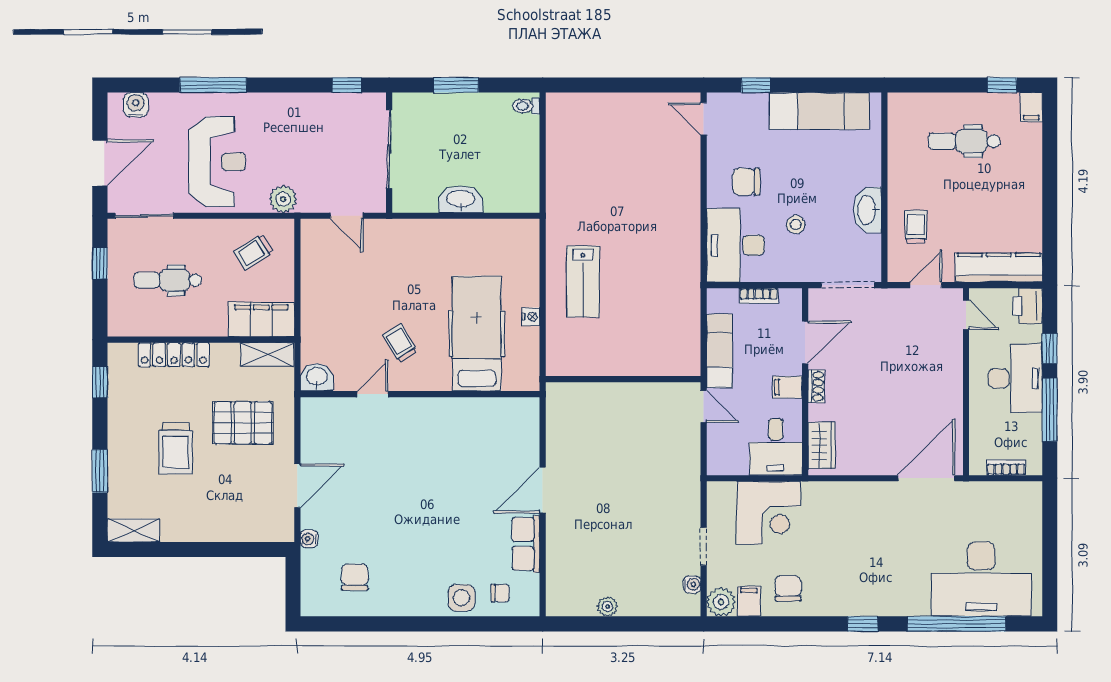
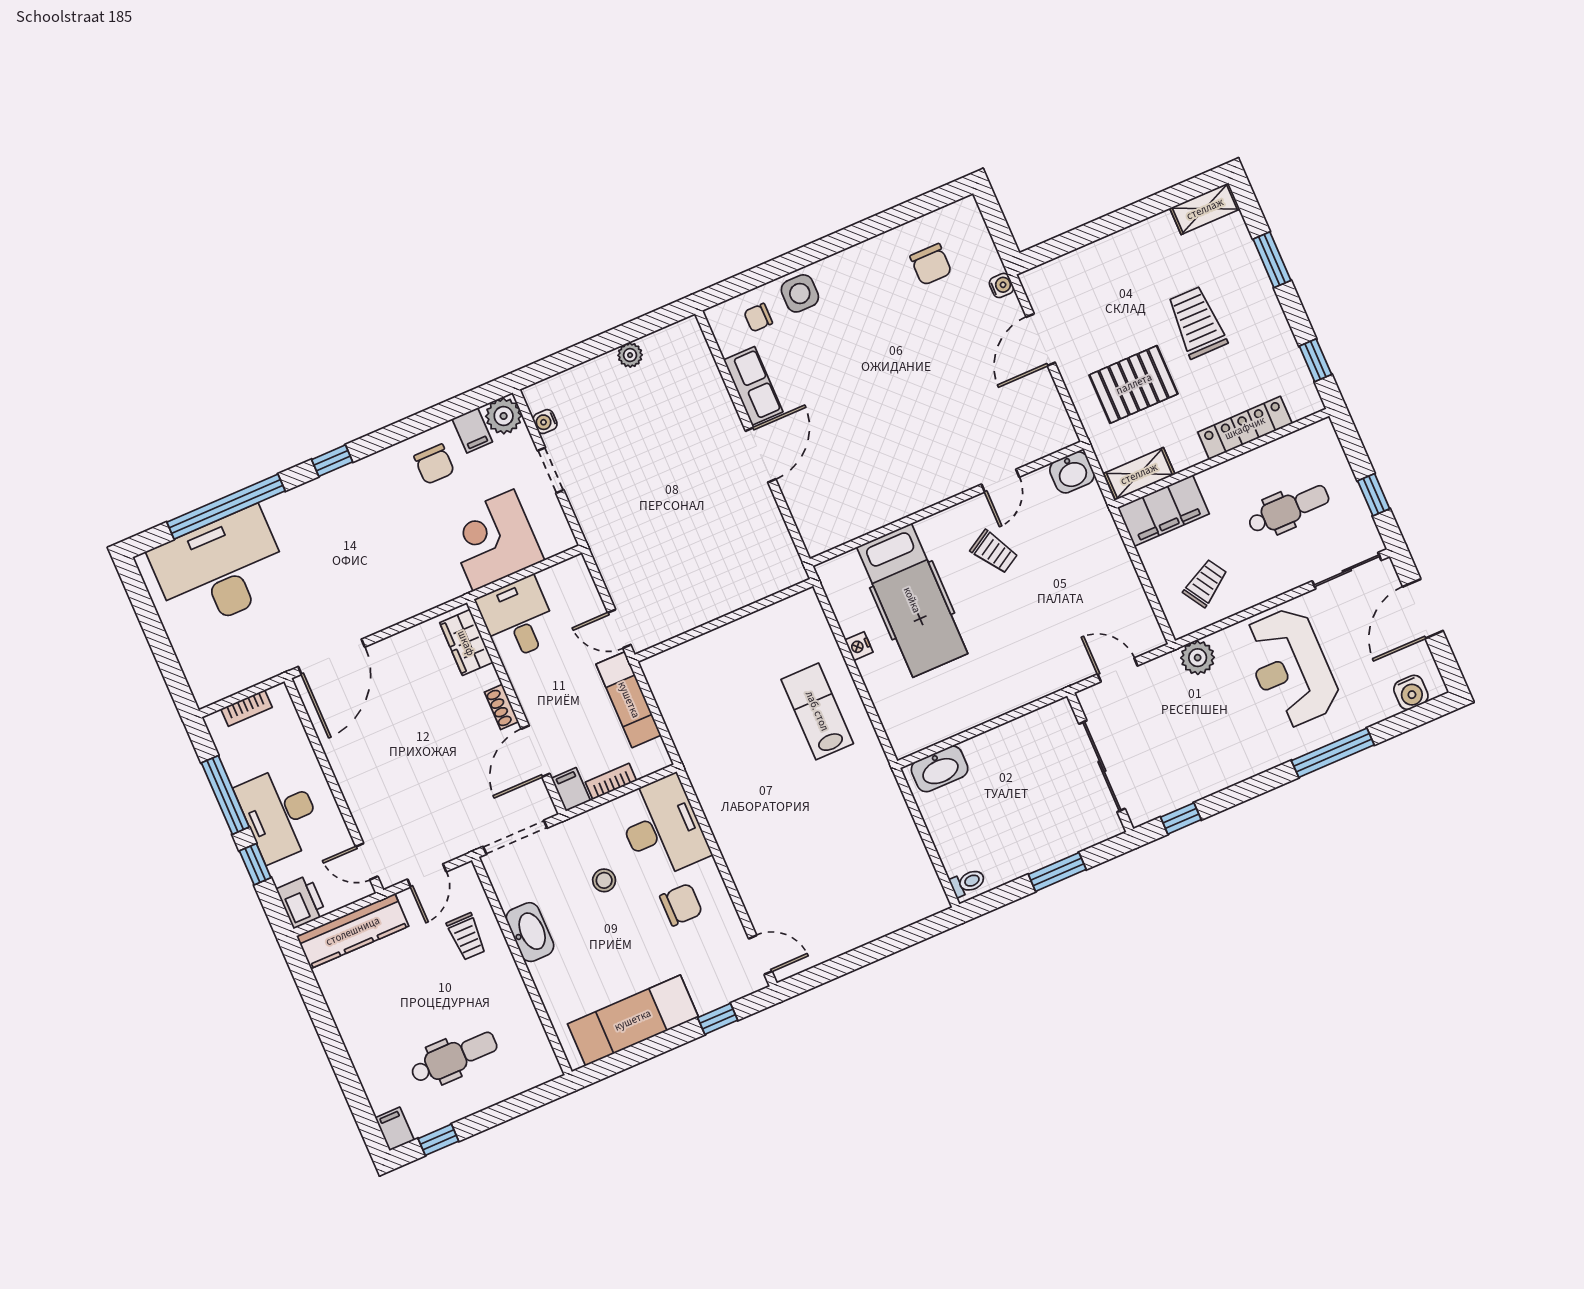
washbasin: (461, 199) -> (940, 769), moved
filing cabinet: (787, 387) -> (571, 789), moved, turned -90

